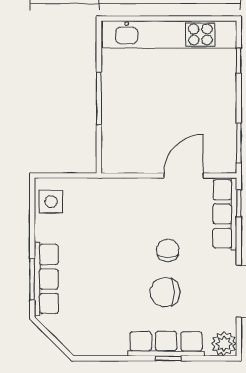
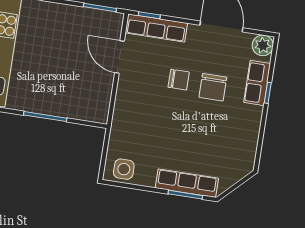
chair: (168, 250) -> (179, 80), turned 180
row of seats: (166, 344) -> (257, 83), width x0.68

